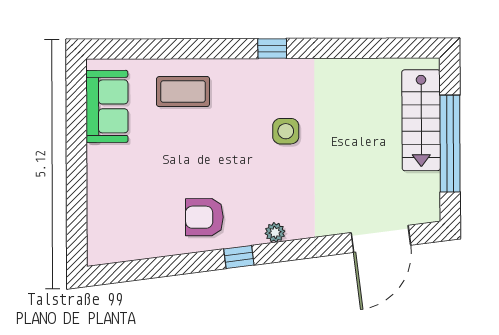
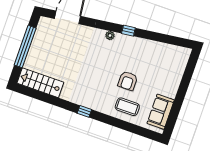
stairs: (421, 120) -> (40, 83), moved, turned -90
side table: (286, 131) -> (91, 75), removed
armchair: (204, 217) -> (128, 81), moved, turned 90

